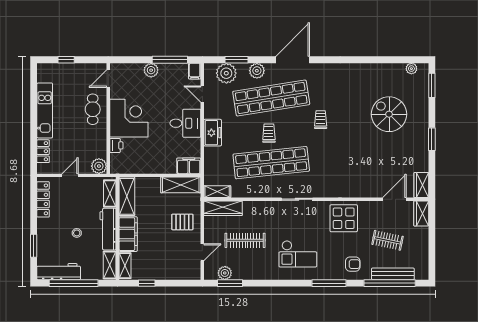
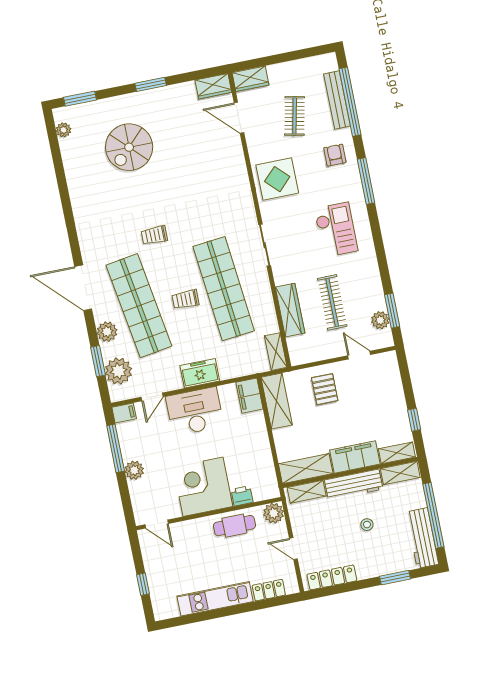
cafe table: (93, 109) -> (234, 526), moved
desk: (185, 123) -> (195, 411), width x1.37
wardrobe: (223, 208) -> (290, 310), moved

